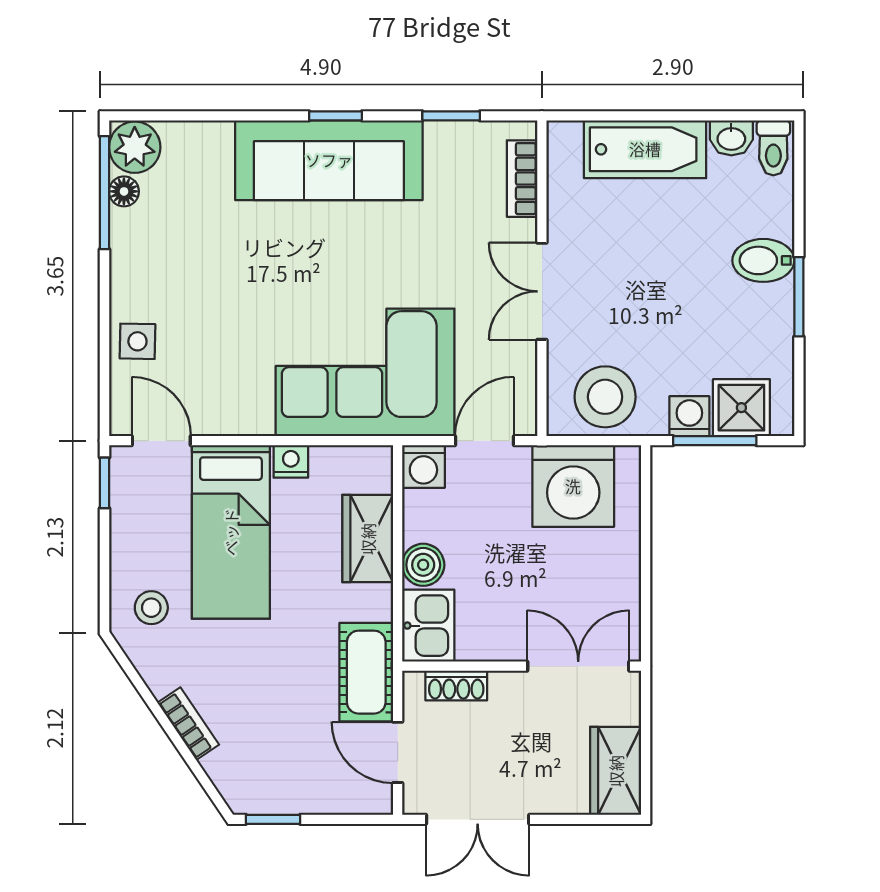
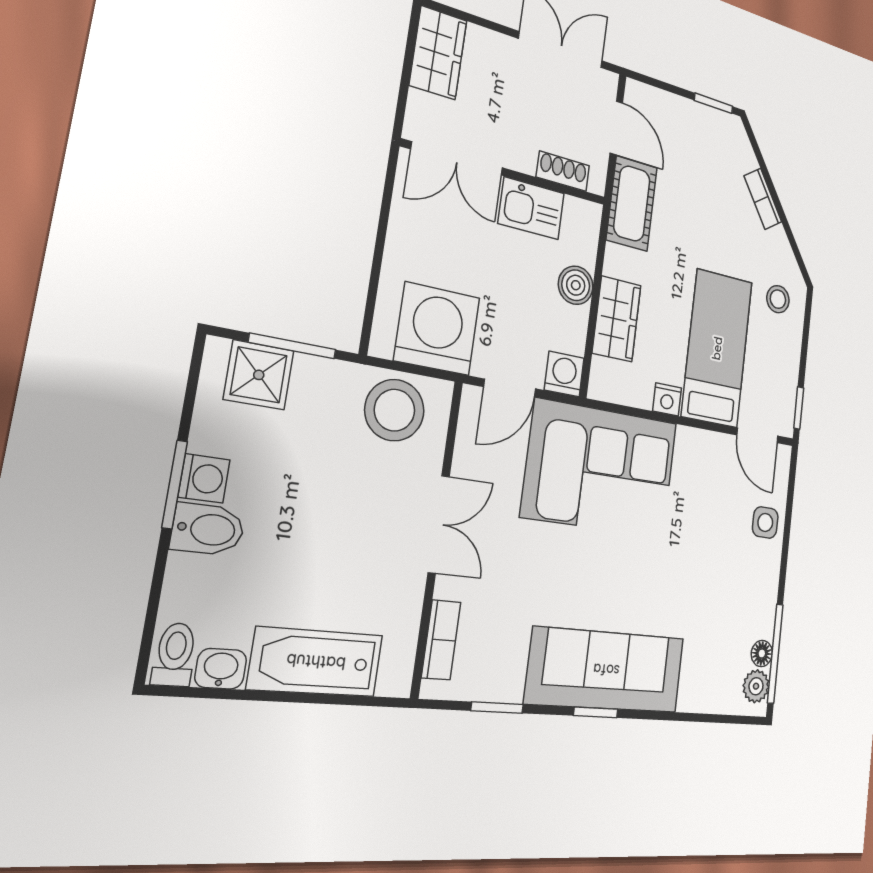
plant: (135, 147) -> (756, 686), width x0.73, depth x0.73
washing machine: (689, 416) -> (204, 478), moved, turned -90
kitchen sink: (428, 626) -> (531, 208), moved, turned -90

